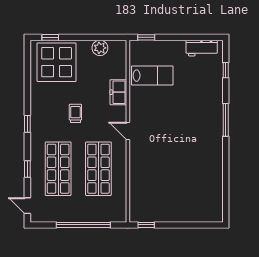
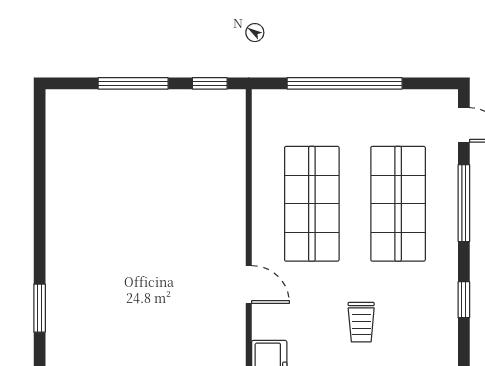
window: (226, 120) -> (40, 308), width x0.69
window: (27, 169) -> (464, 203), width x2.17
window: (182, 225) -> (133, 83), added

